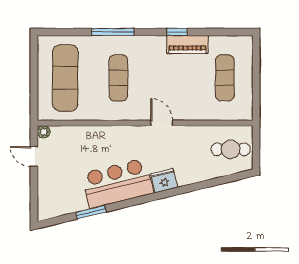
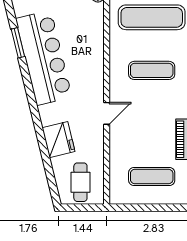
fridge: (164, 181) -> (58, 140), moved, width x1.36, depth x1.34
bar counter: (117, 183) -> (44, 58), width x1.36

